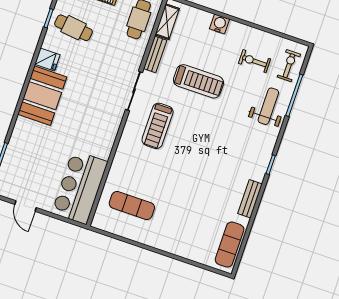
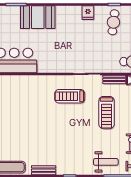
booth: (42, 96) -> (38, 17), moved
exercise mat: (132, 205) -> (14, 97), removed

